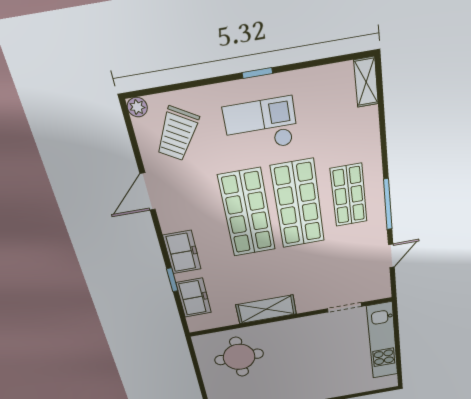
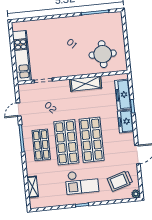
shelving: (366, 82) -> (33, 187), moved
trolley: (177, 134) -> (120, 181), turned -137
freezer: (194, 298) -> (123, 95), width x1.40

